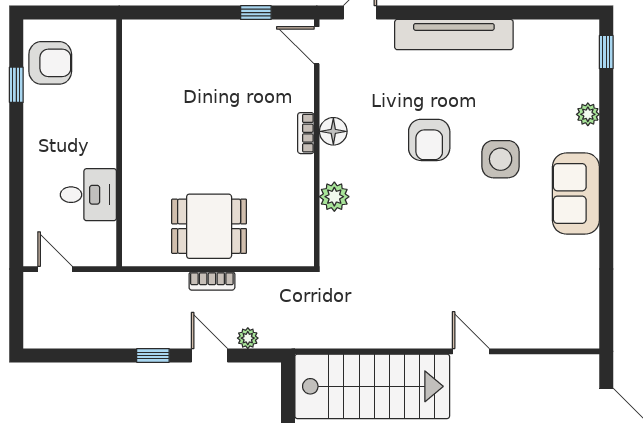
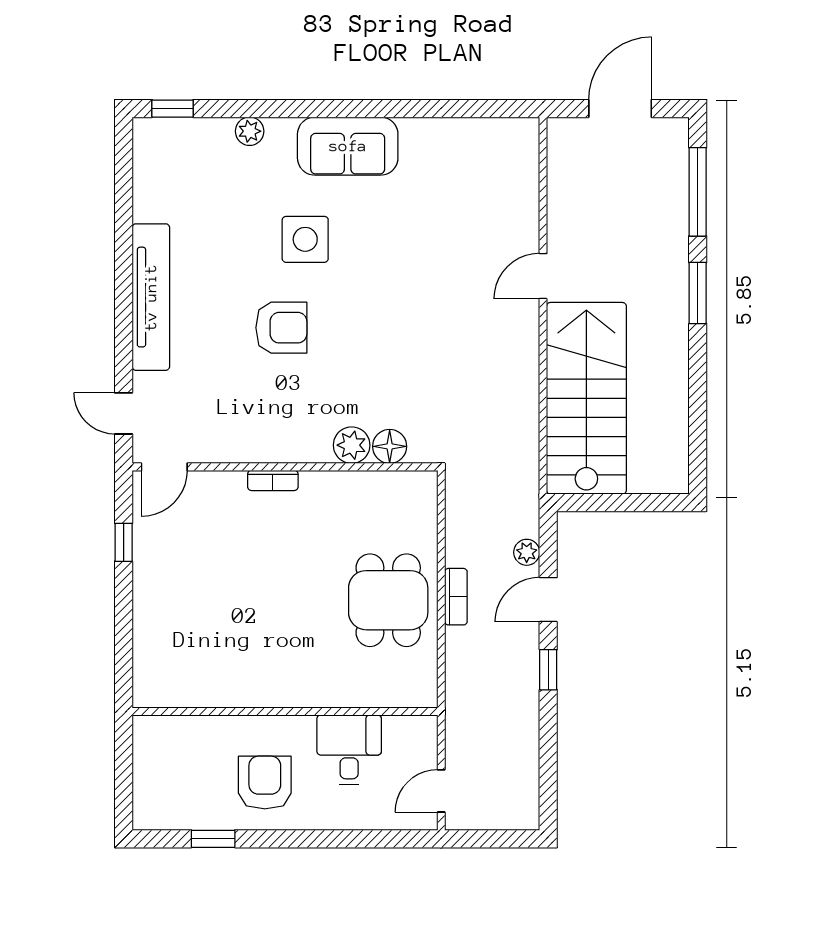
armchair: (50, 63) -> (265, 783), moved
floor lamp: (333, 131) -> (390, 446), moved

